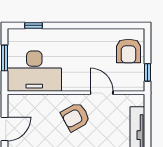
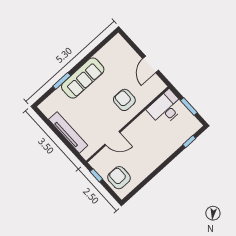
desk: (34, 71) -> (166, 108), width x0.73, depth x0.77
armchair: (75, 117) -> (124, 100), moved, turned -61

